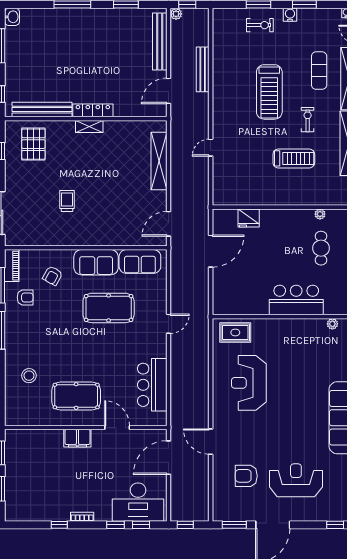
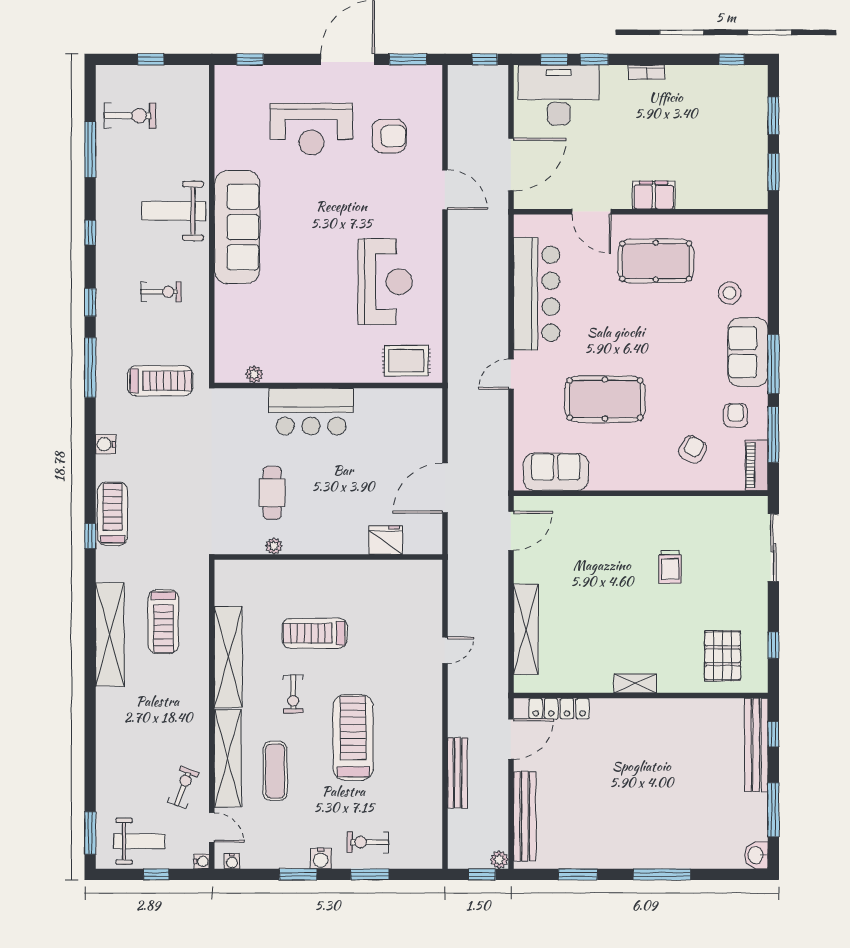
bench: (42, 110) -> (756, 745), moved, turned 90
locker: (93, 110) -> (559, 709), moved
sofa: (96, 262) -> (748, 352), moved, turned -90
armchair: (25, 297) -> (736, 415), turned 90
bar counter: (152, 385) -> (537, 294), width x1.36
window: (59, 525) -> (732, 59), moved

